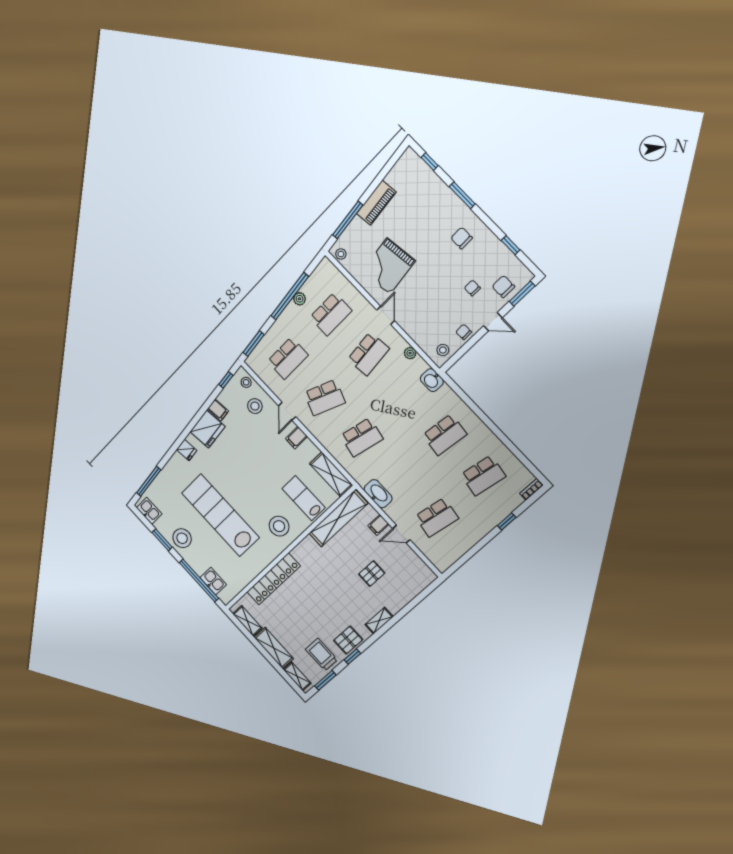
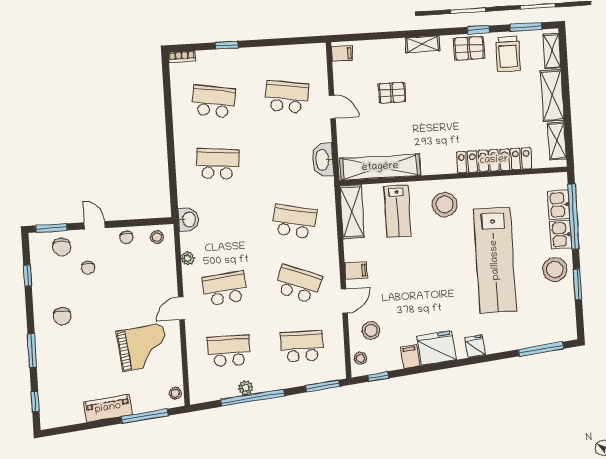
kitchen sink: (149, 511) -> (561, 235), moved
filing cabinet: (378, 525) -> (342, 54), moved

